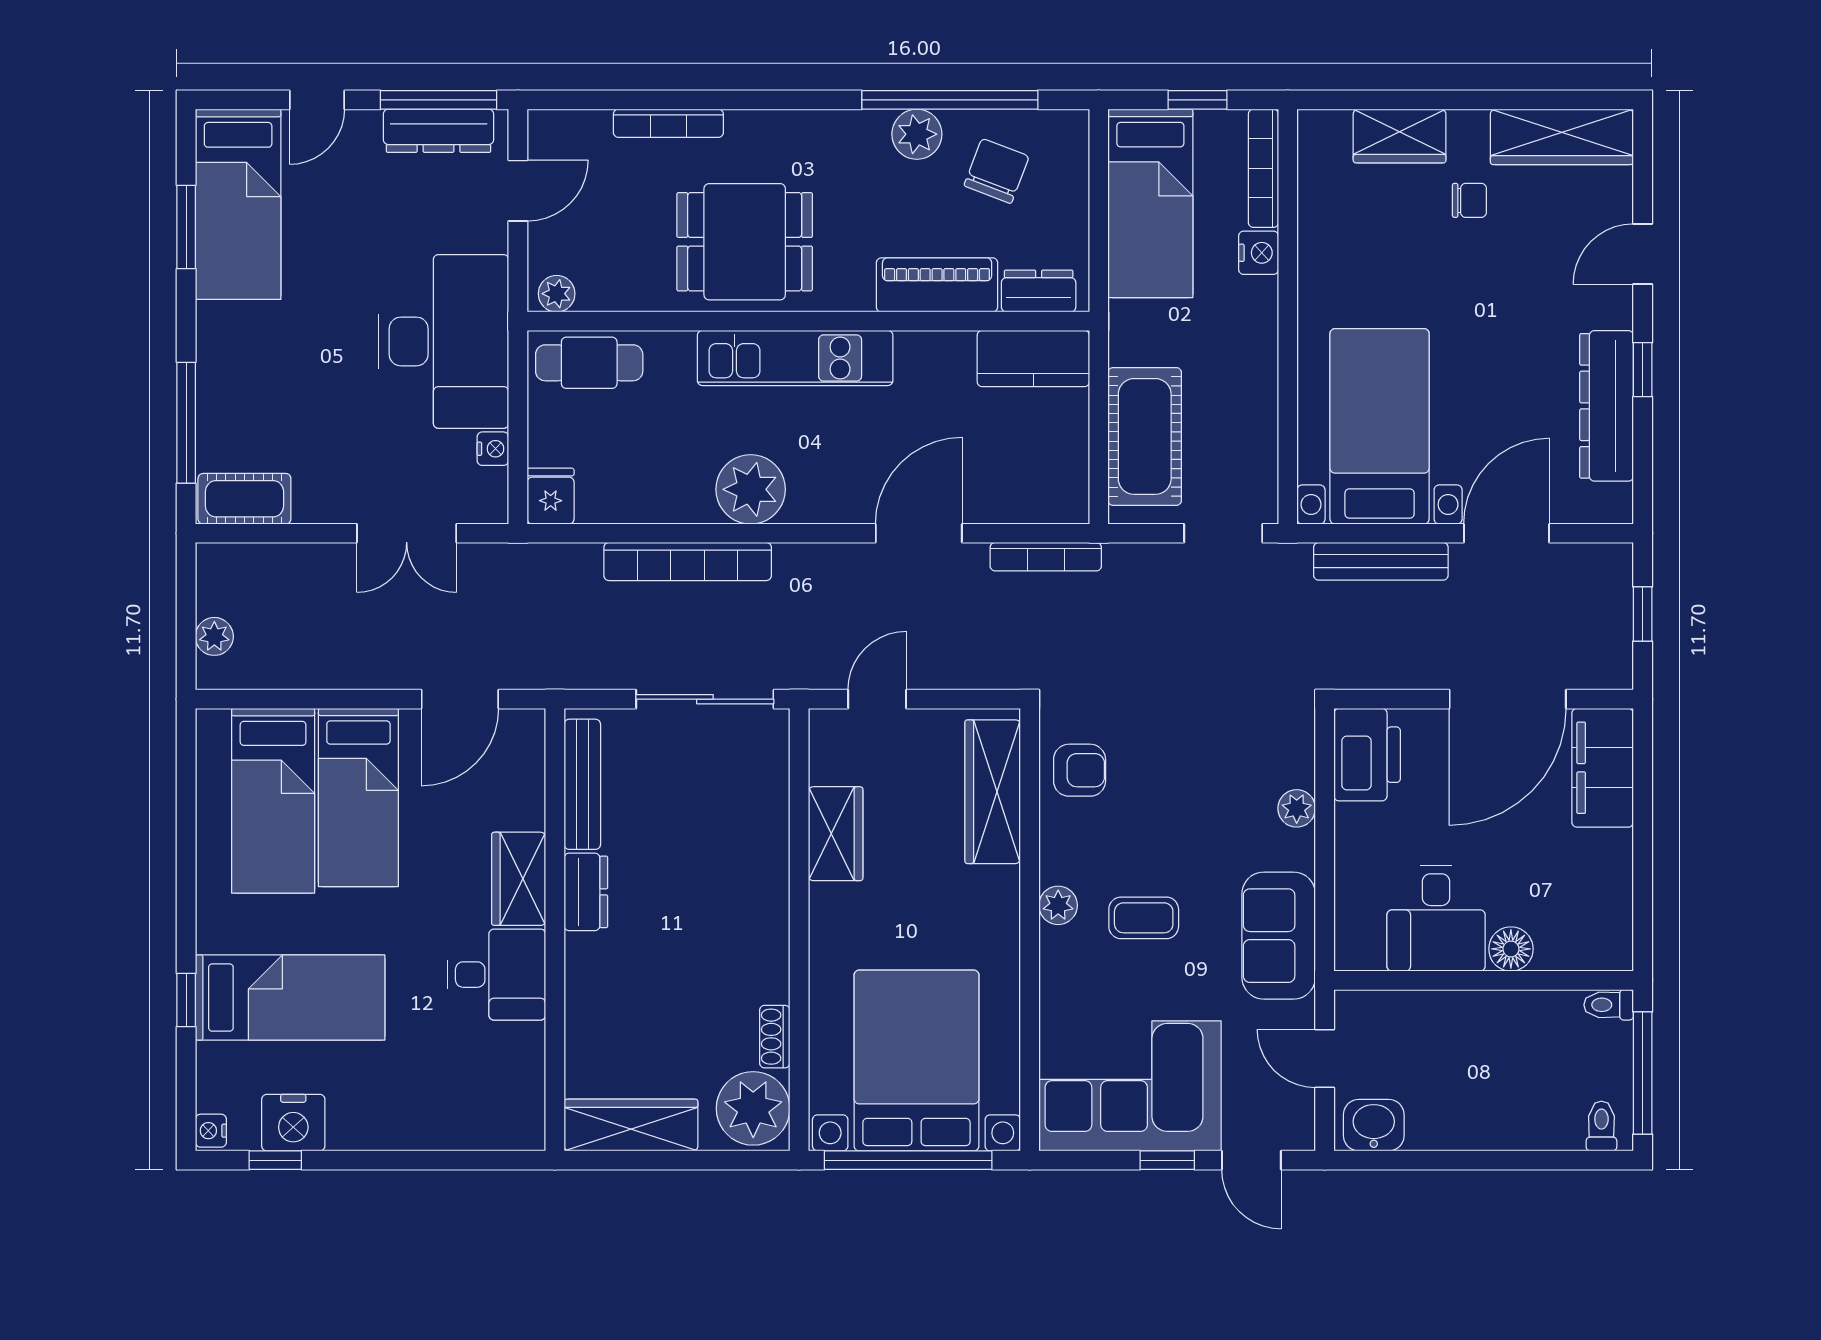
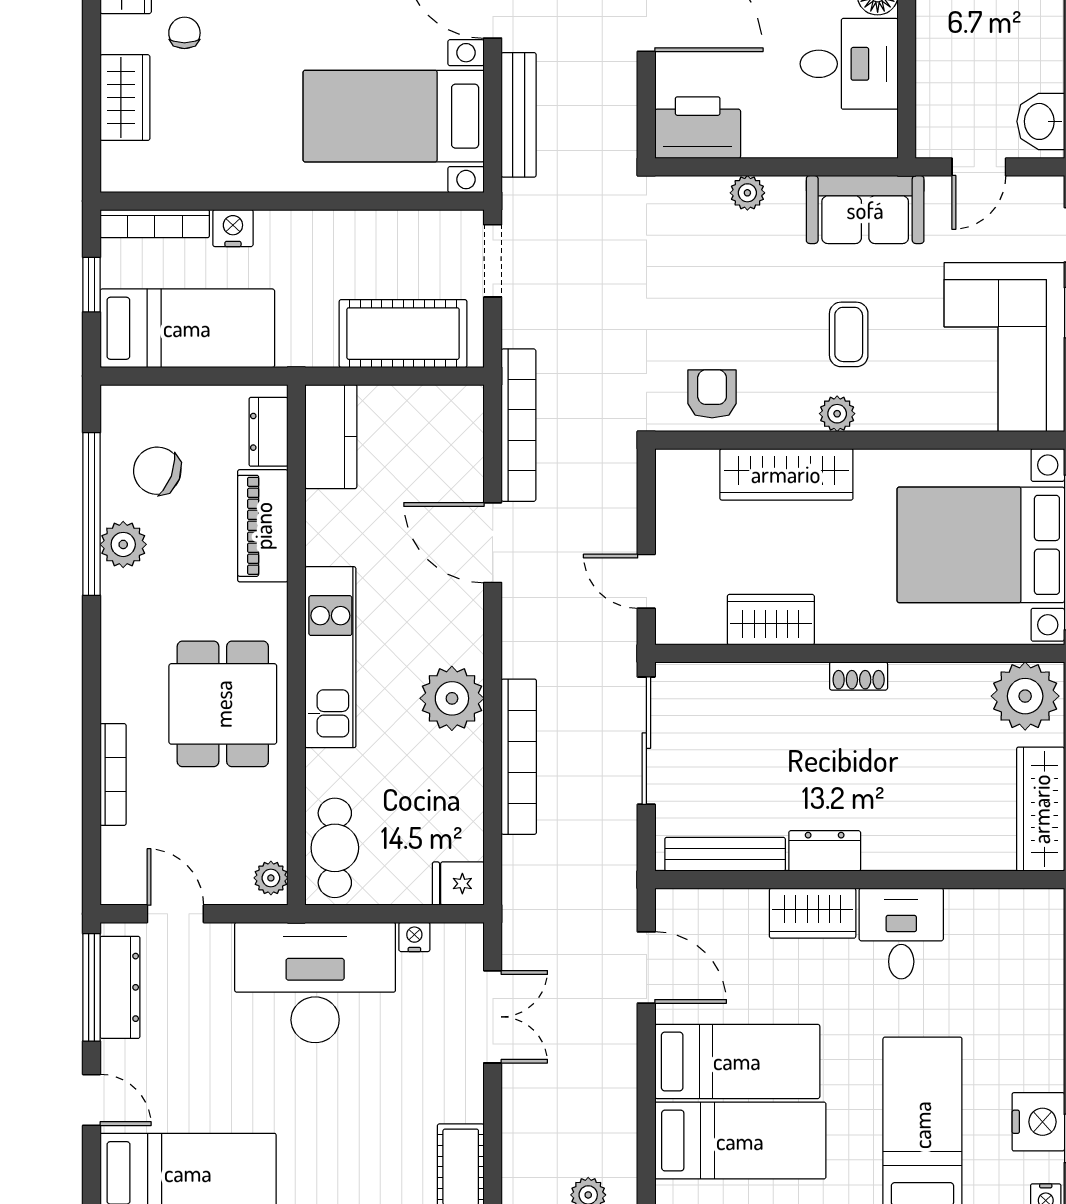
bookcase: (1046, 557) -> (518, 425), width x1.48, depth x1.31
wardrobe: (993, 792) -> (786, 474), moved
shoe rack: (775, 1037) -> (859, 676), moved

